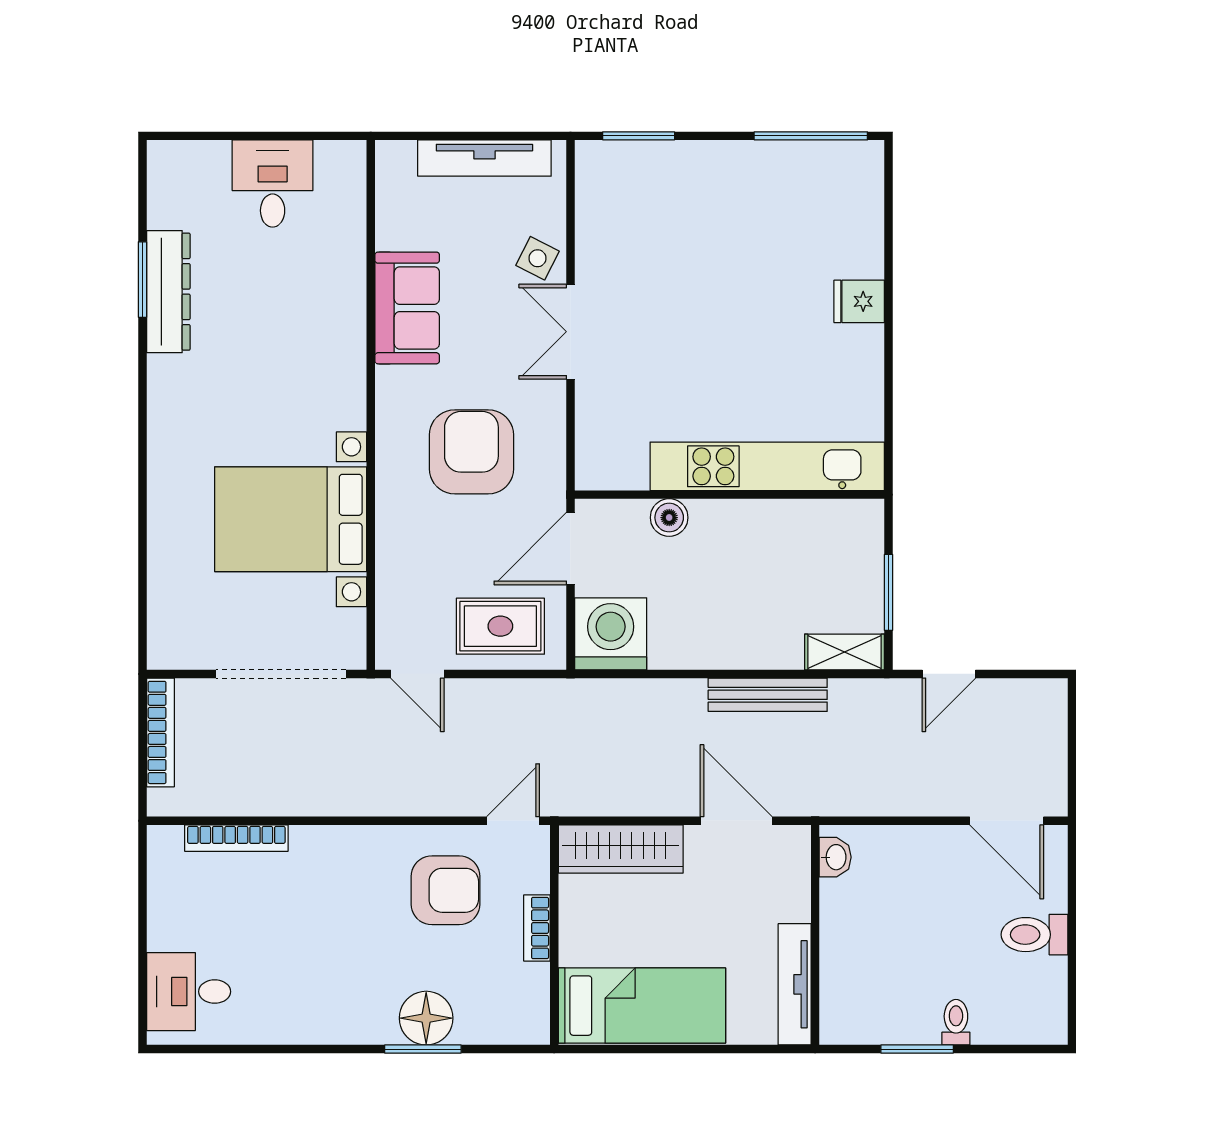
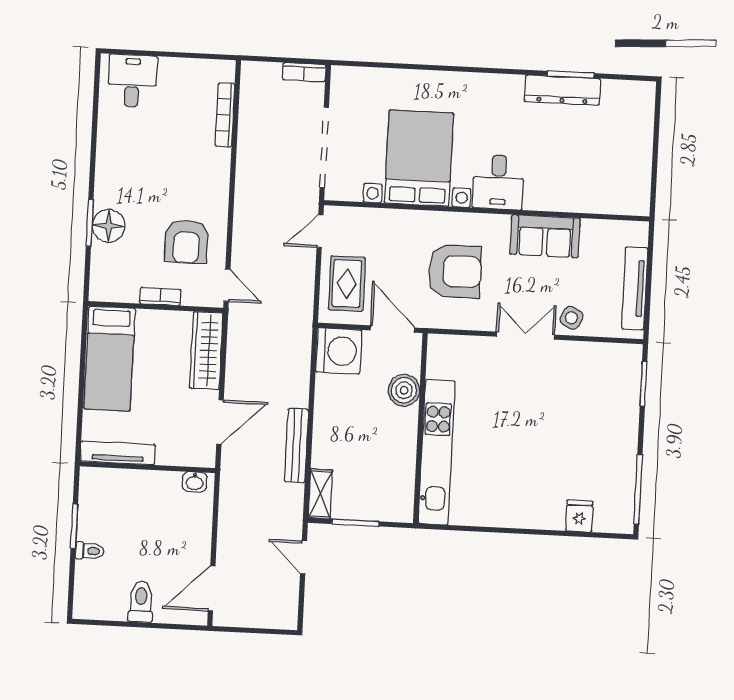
desk: (273, 184) -> (498, 182), moved, turned 90
fridge: (859, 301) -> (579, 516), moved
boiler: (669, 518) -> (404, 390), width x1.36, depth x1.36
bookcase: (160, 732) -> (304, 72), width x0.64

